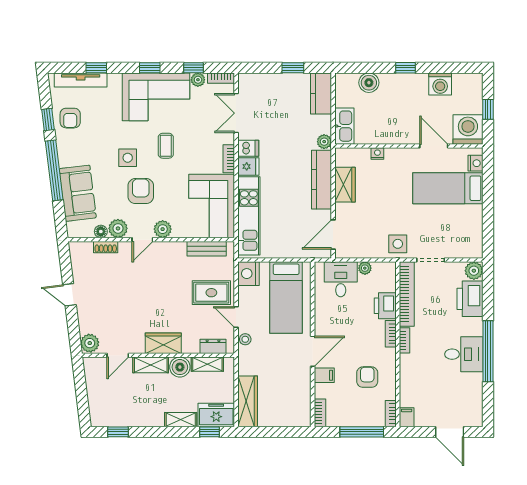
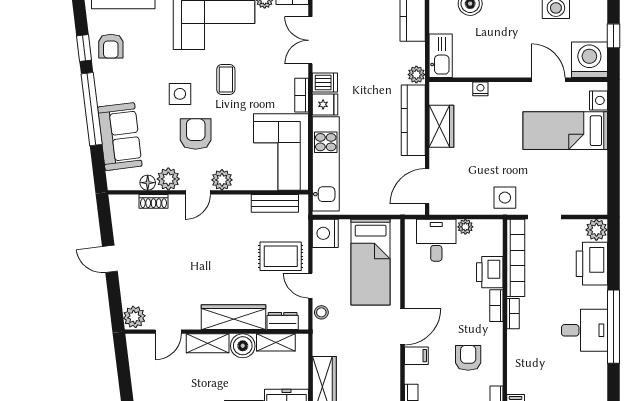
wardrobe: (163, 343) -> (233, 317), width x1.50

